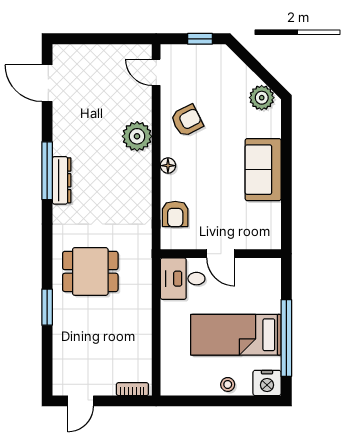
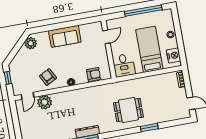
plant: (137, 136) -> (45, 102), moved
door: (221, 254) -> (106, 37), moved
dining table: (90, 271) -> (128, 110), turned 90
bed: (236, 335) -> (149, 49), moved, turned 180
nightstand: (267, 383) -> (174, 55), moved

